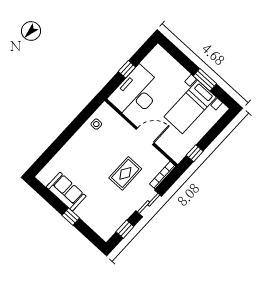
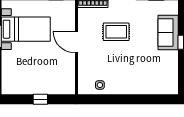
desk: (136, 93) -> (52, 77), removed
sofa: (66, 192) -> (168, 32), moved

